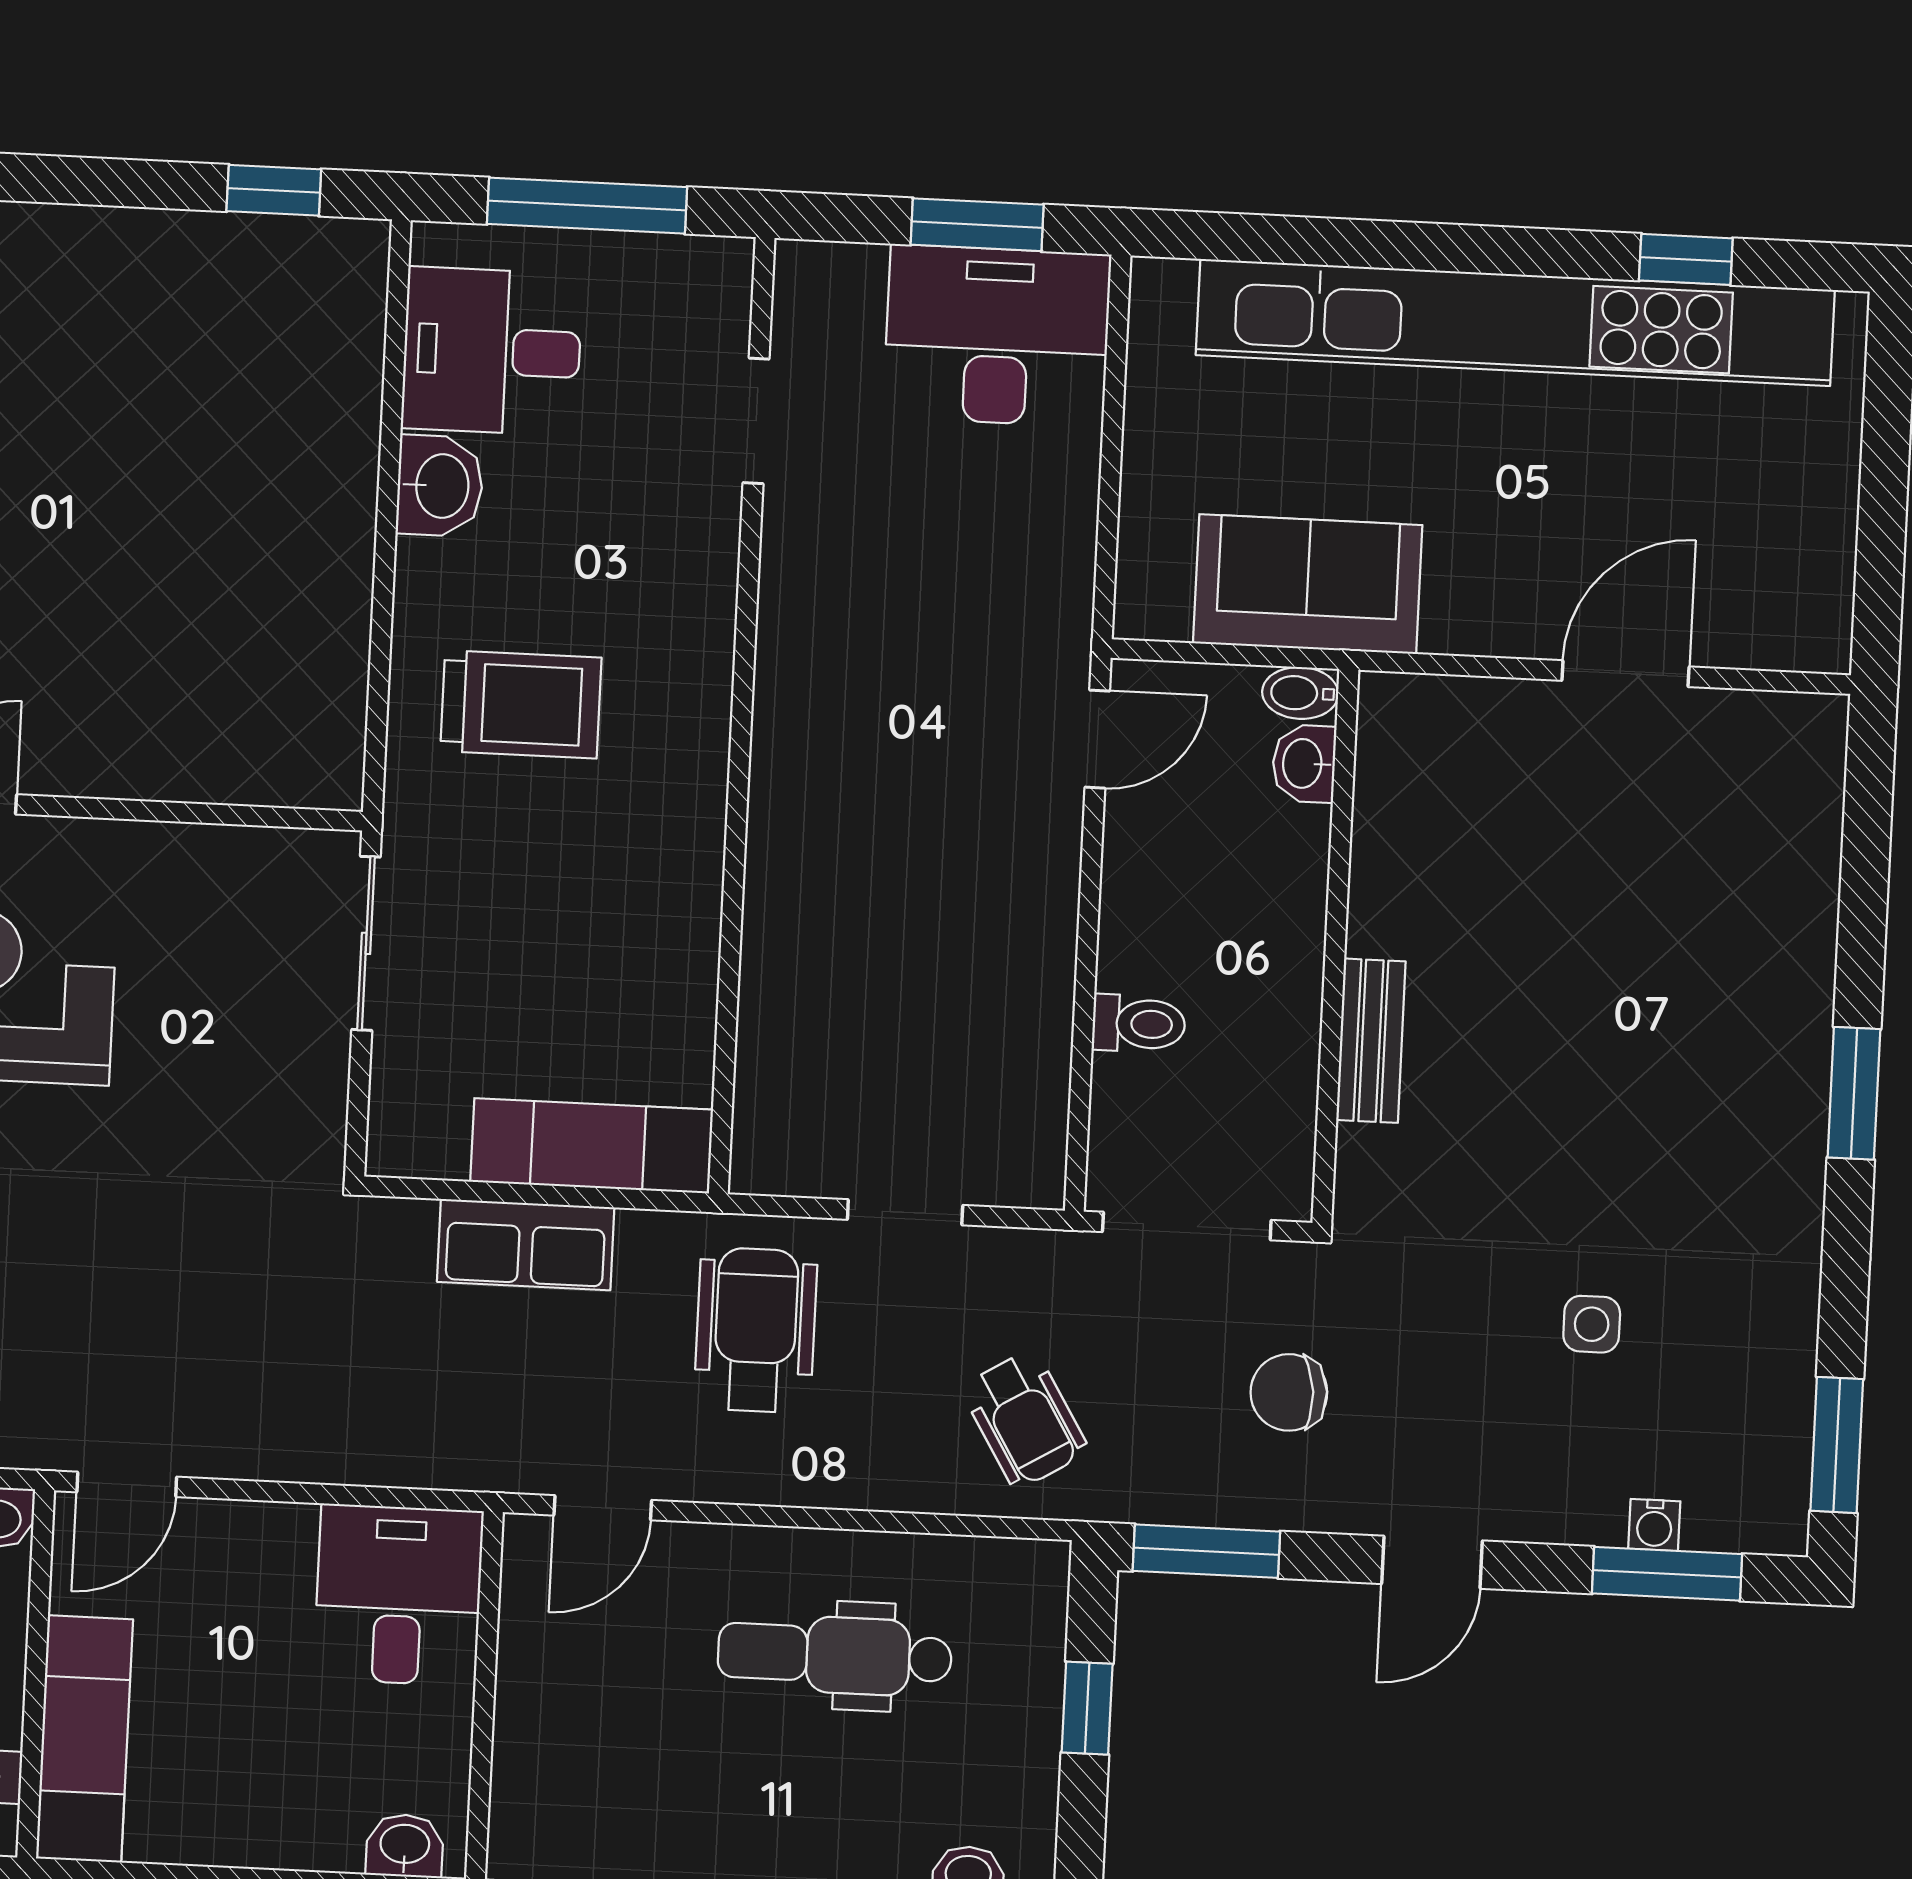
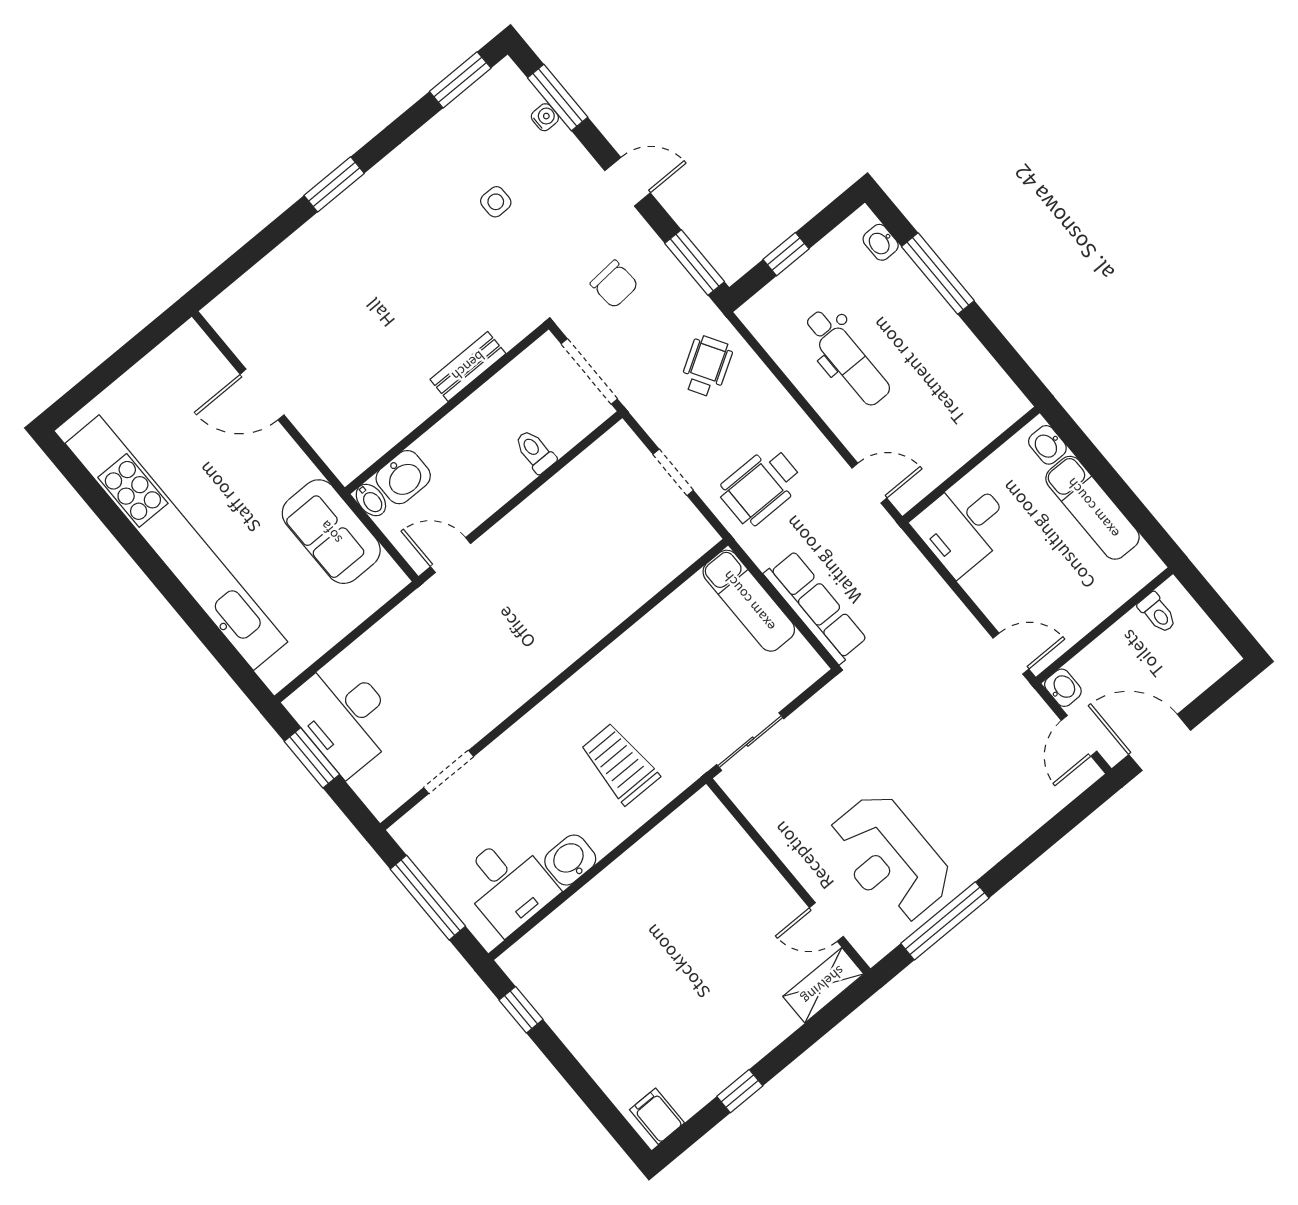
window: (1686, 259) -> (101, 504), removed
washbasin: (1304, 764) -> (403, 477), width x1.38, depth x1.45
row of seats: (526, 1245) -> (816, 607), width x1.48
exam couch: (84, 1739) -> (1093, 508), moved, turned -90

